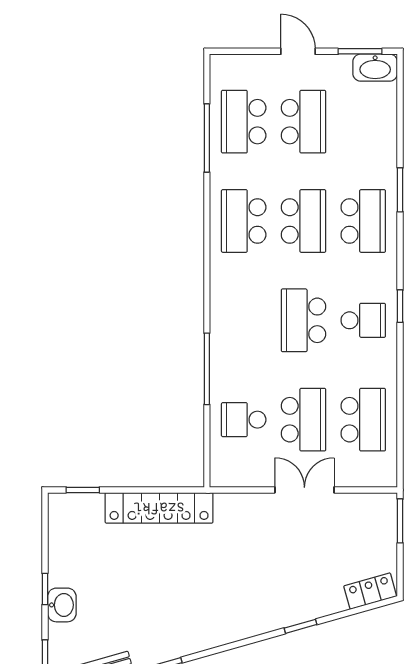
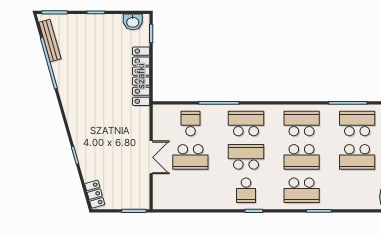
school desk: (363, 420) -> (246, 123), moved, turned 180
washbasin: (62, 605) -> (133, 22), moved

